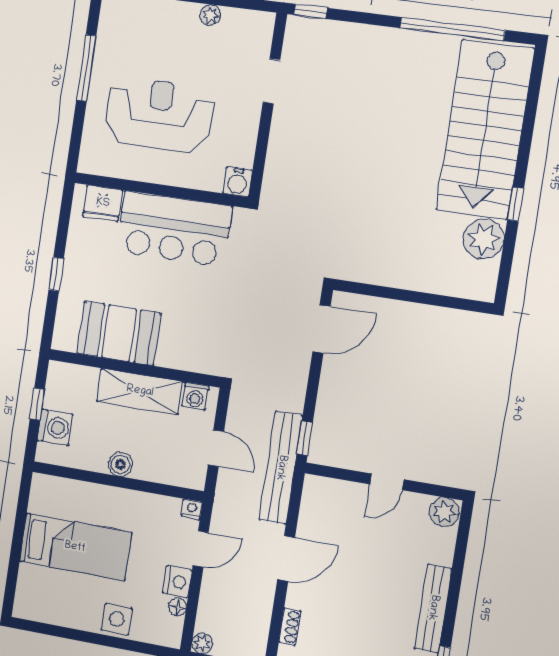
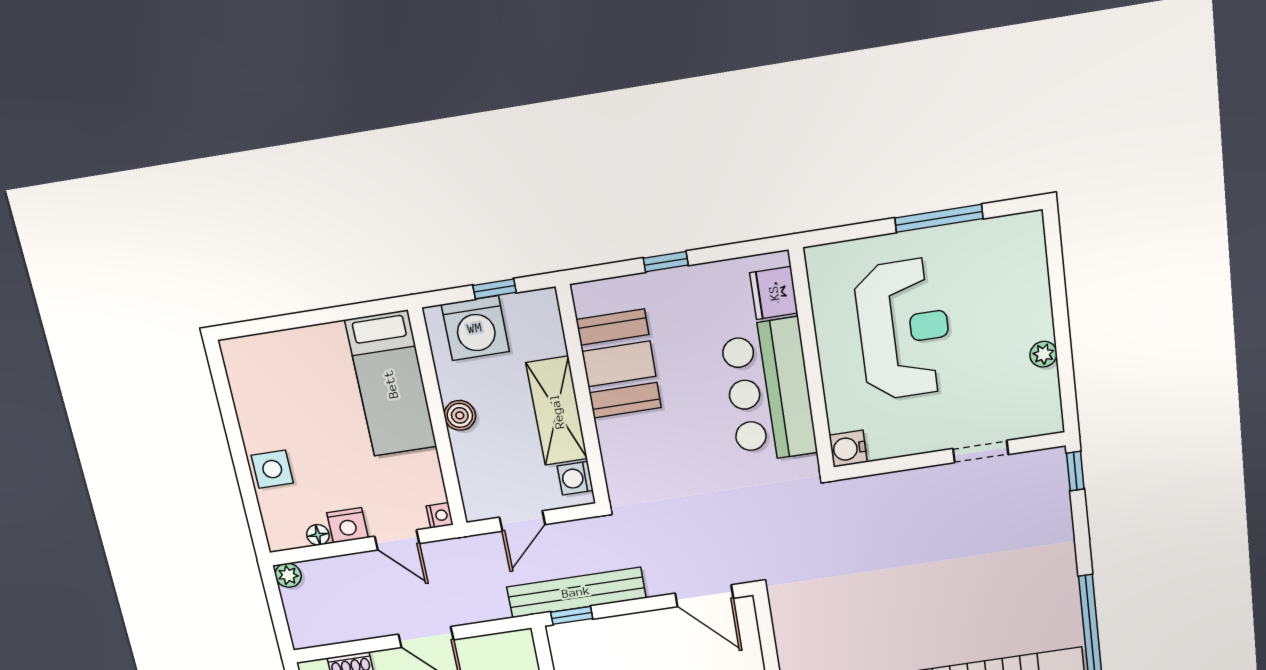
washing machine: (55, 427) -> (475, 328), width x1.37, depth x1.37
bench: (281, 468) -> (576, 592), moved
bed: (75, 547) -> (391, 384), moved

